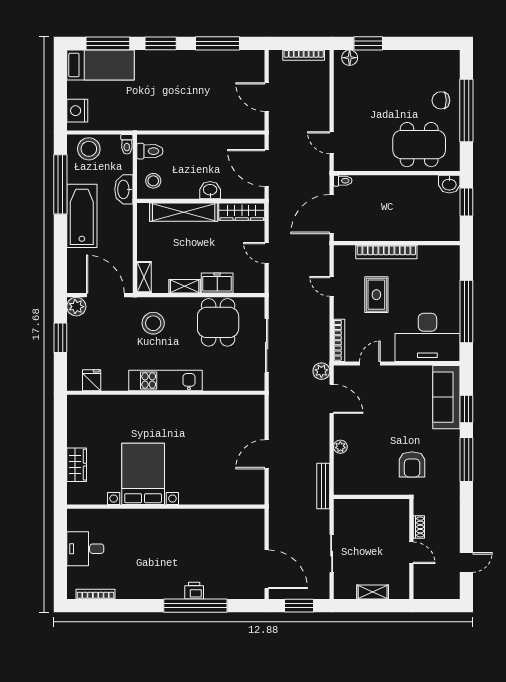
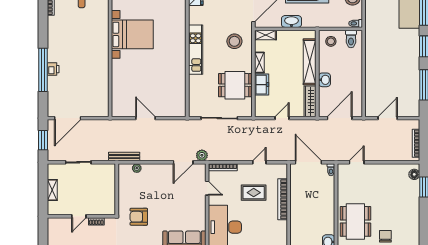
washbasin: (124, 189) -> (291, 21), moved
plant: (340, 447) -> (137, 168), moved

